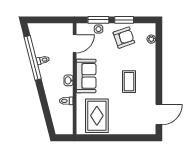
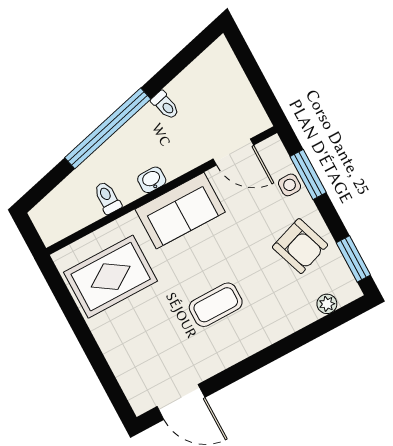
window: (124, 20) -> (353, 259), moved
window: (33, 58) -> (108, 128), moved

